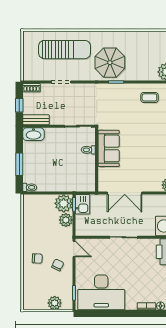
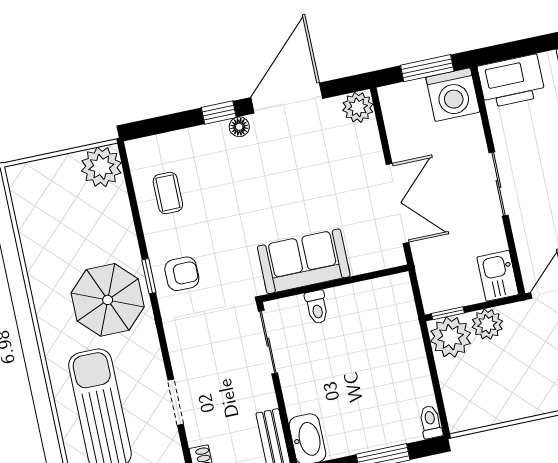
armchair: (114, 96) -> (182, 274), added
kitchen sink: (82, 204) -> (498, 276), moved, turned -90

